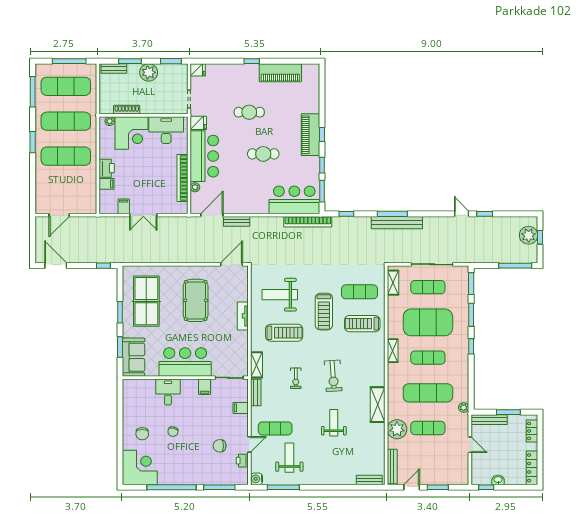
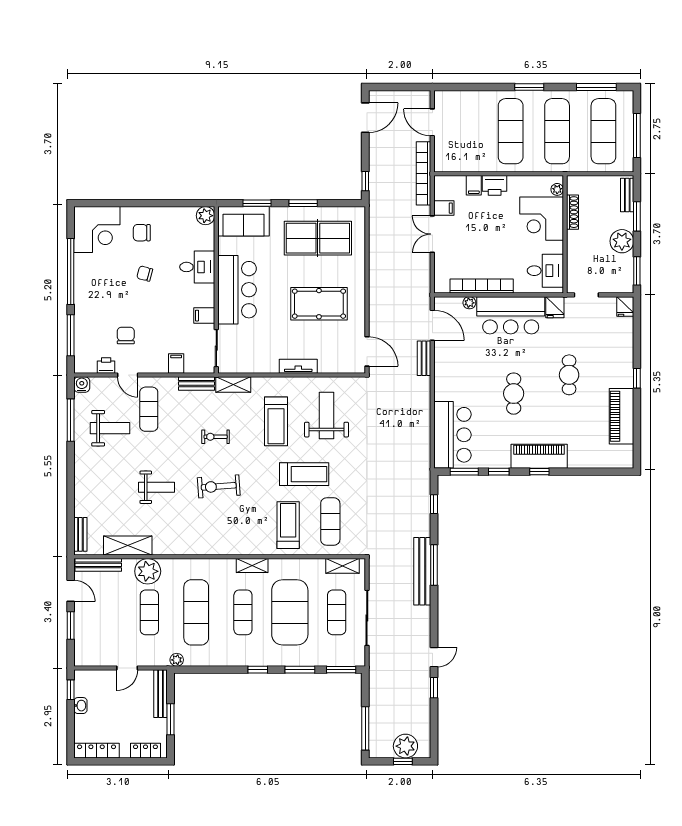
desk: (166, 130) -> (545, 271), width x0.73
bookcase: (308, 222) -> (424, 173), moved
treadmill: (324, 312) -> (304, 474), turned 180
plant: (129, 386) -> (206, 216), added
shelving: (378, 405) -> (128, 545), moved

